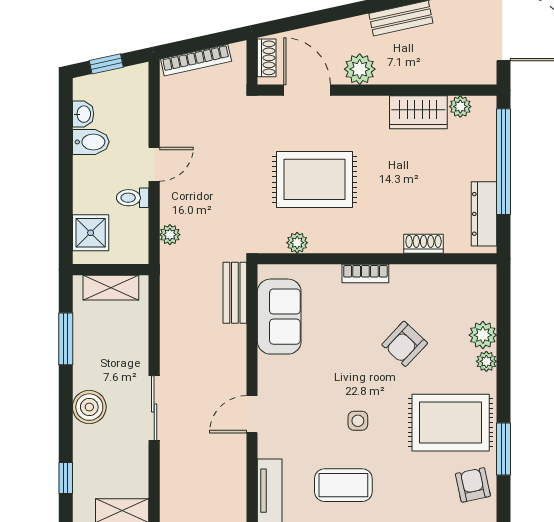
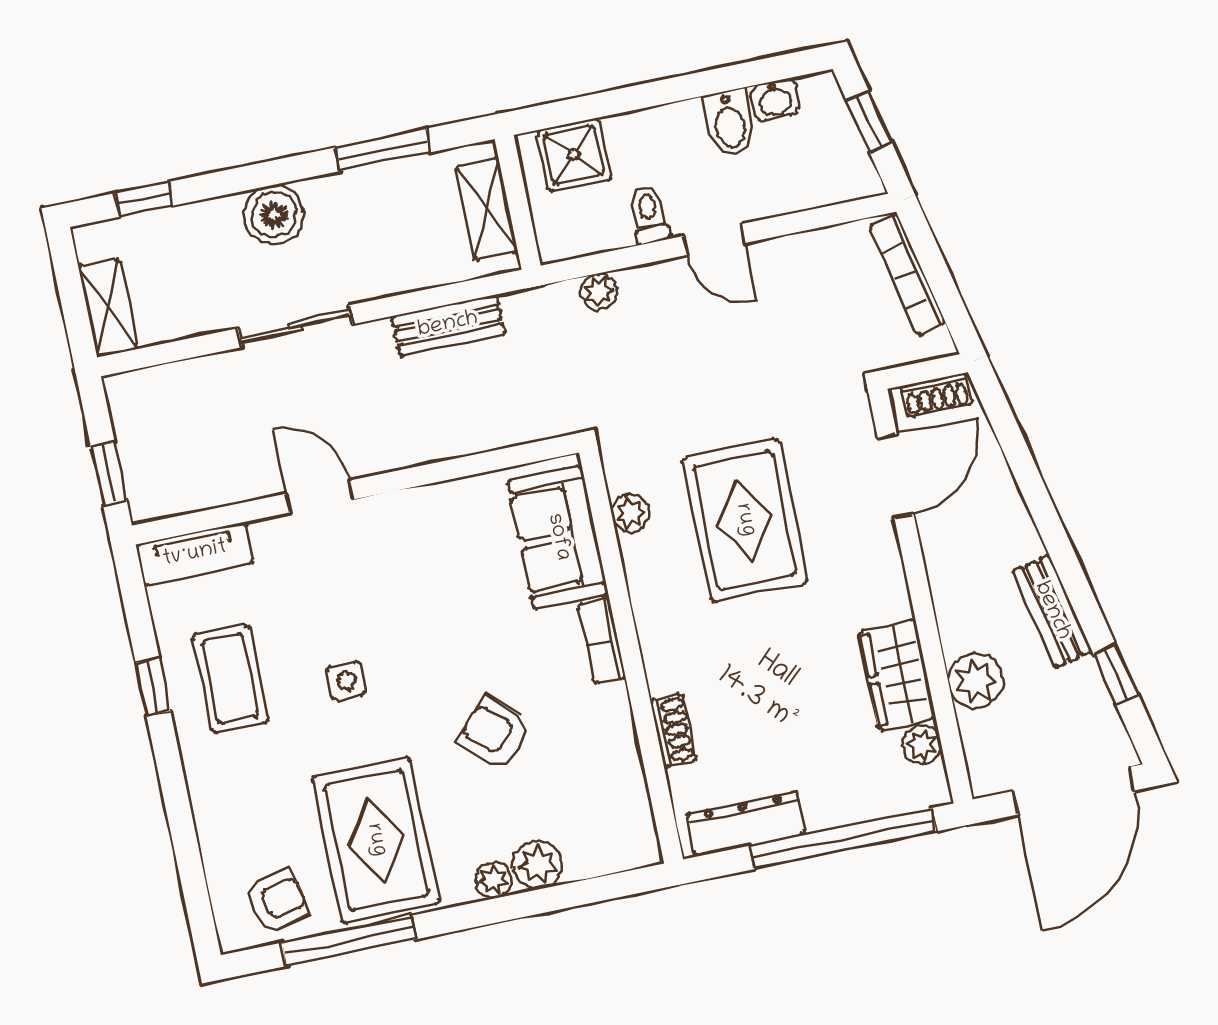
plant: (360, 69) -> (976, 681), moved
bench: (235, 293) -> (448, 325), moved
sofa: (279, 317) -> (558, 537), moved, turned 90
window: (504, 449) -> (349, 941), width x1.44

